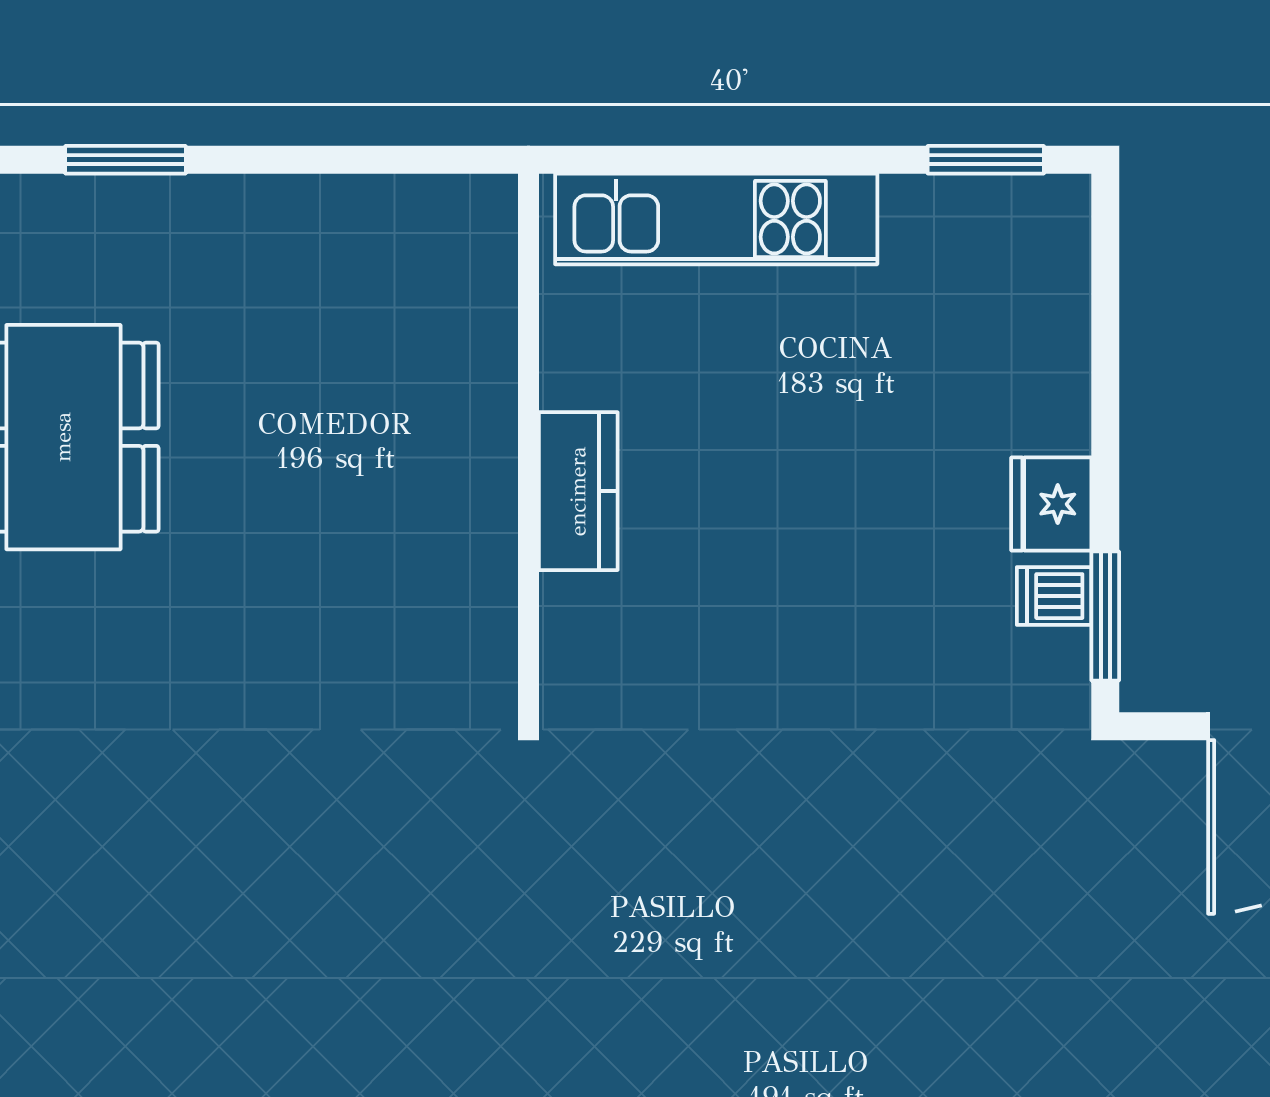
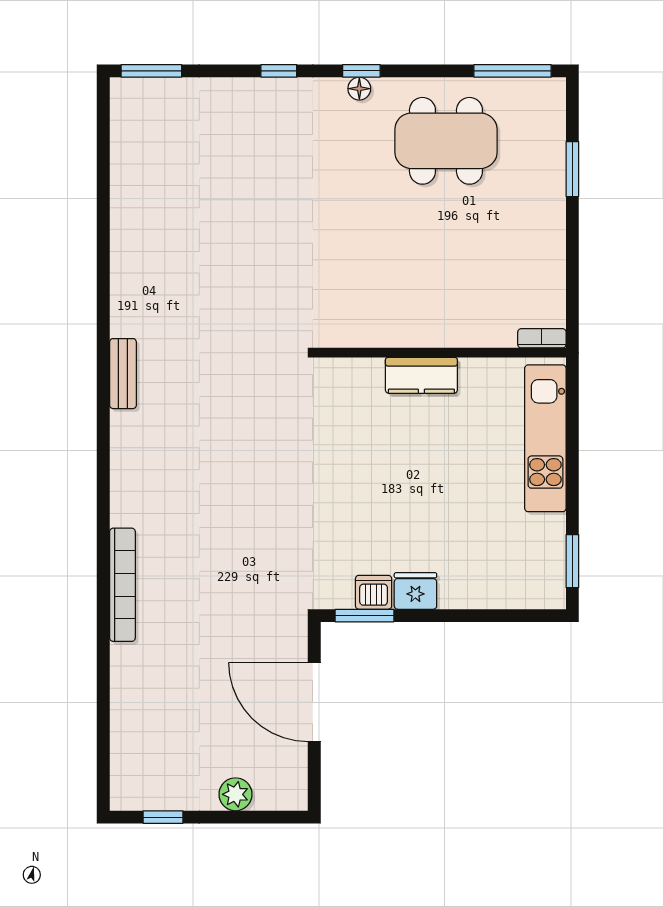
bookcase: (497, 227) -> (542, 338), added
dishwasher: (1054, 596) -> (374, 592), width x1.38

